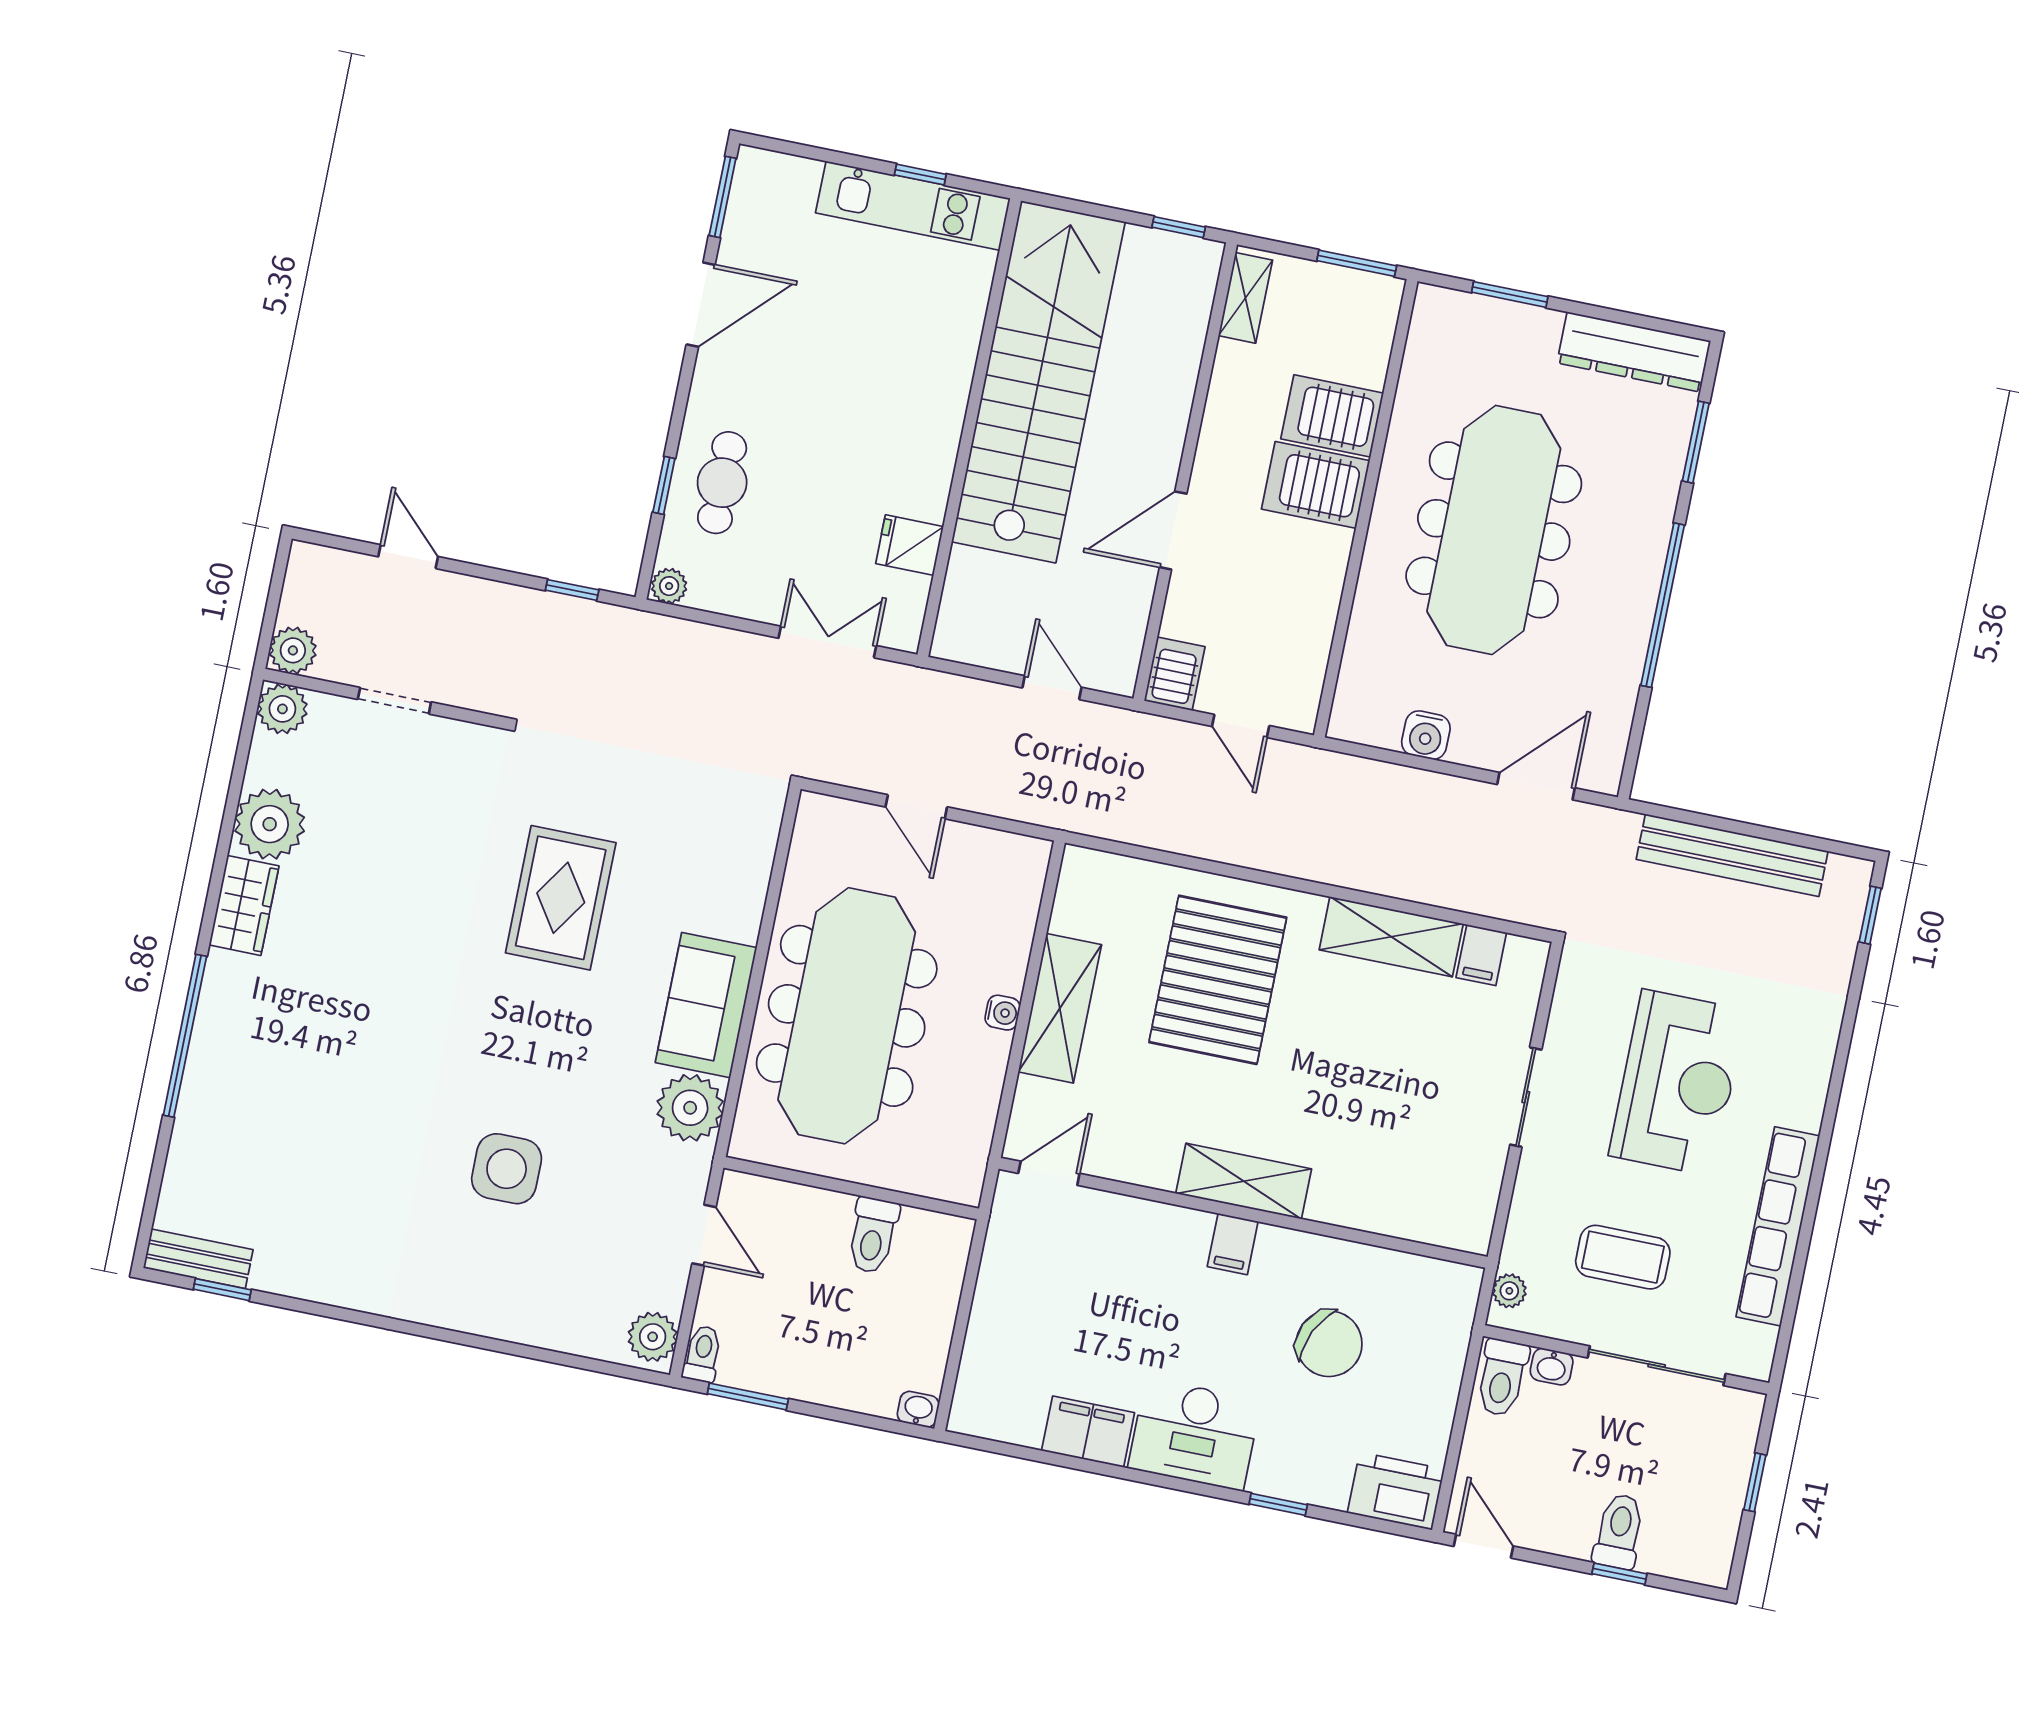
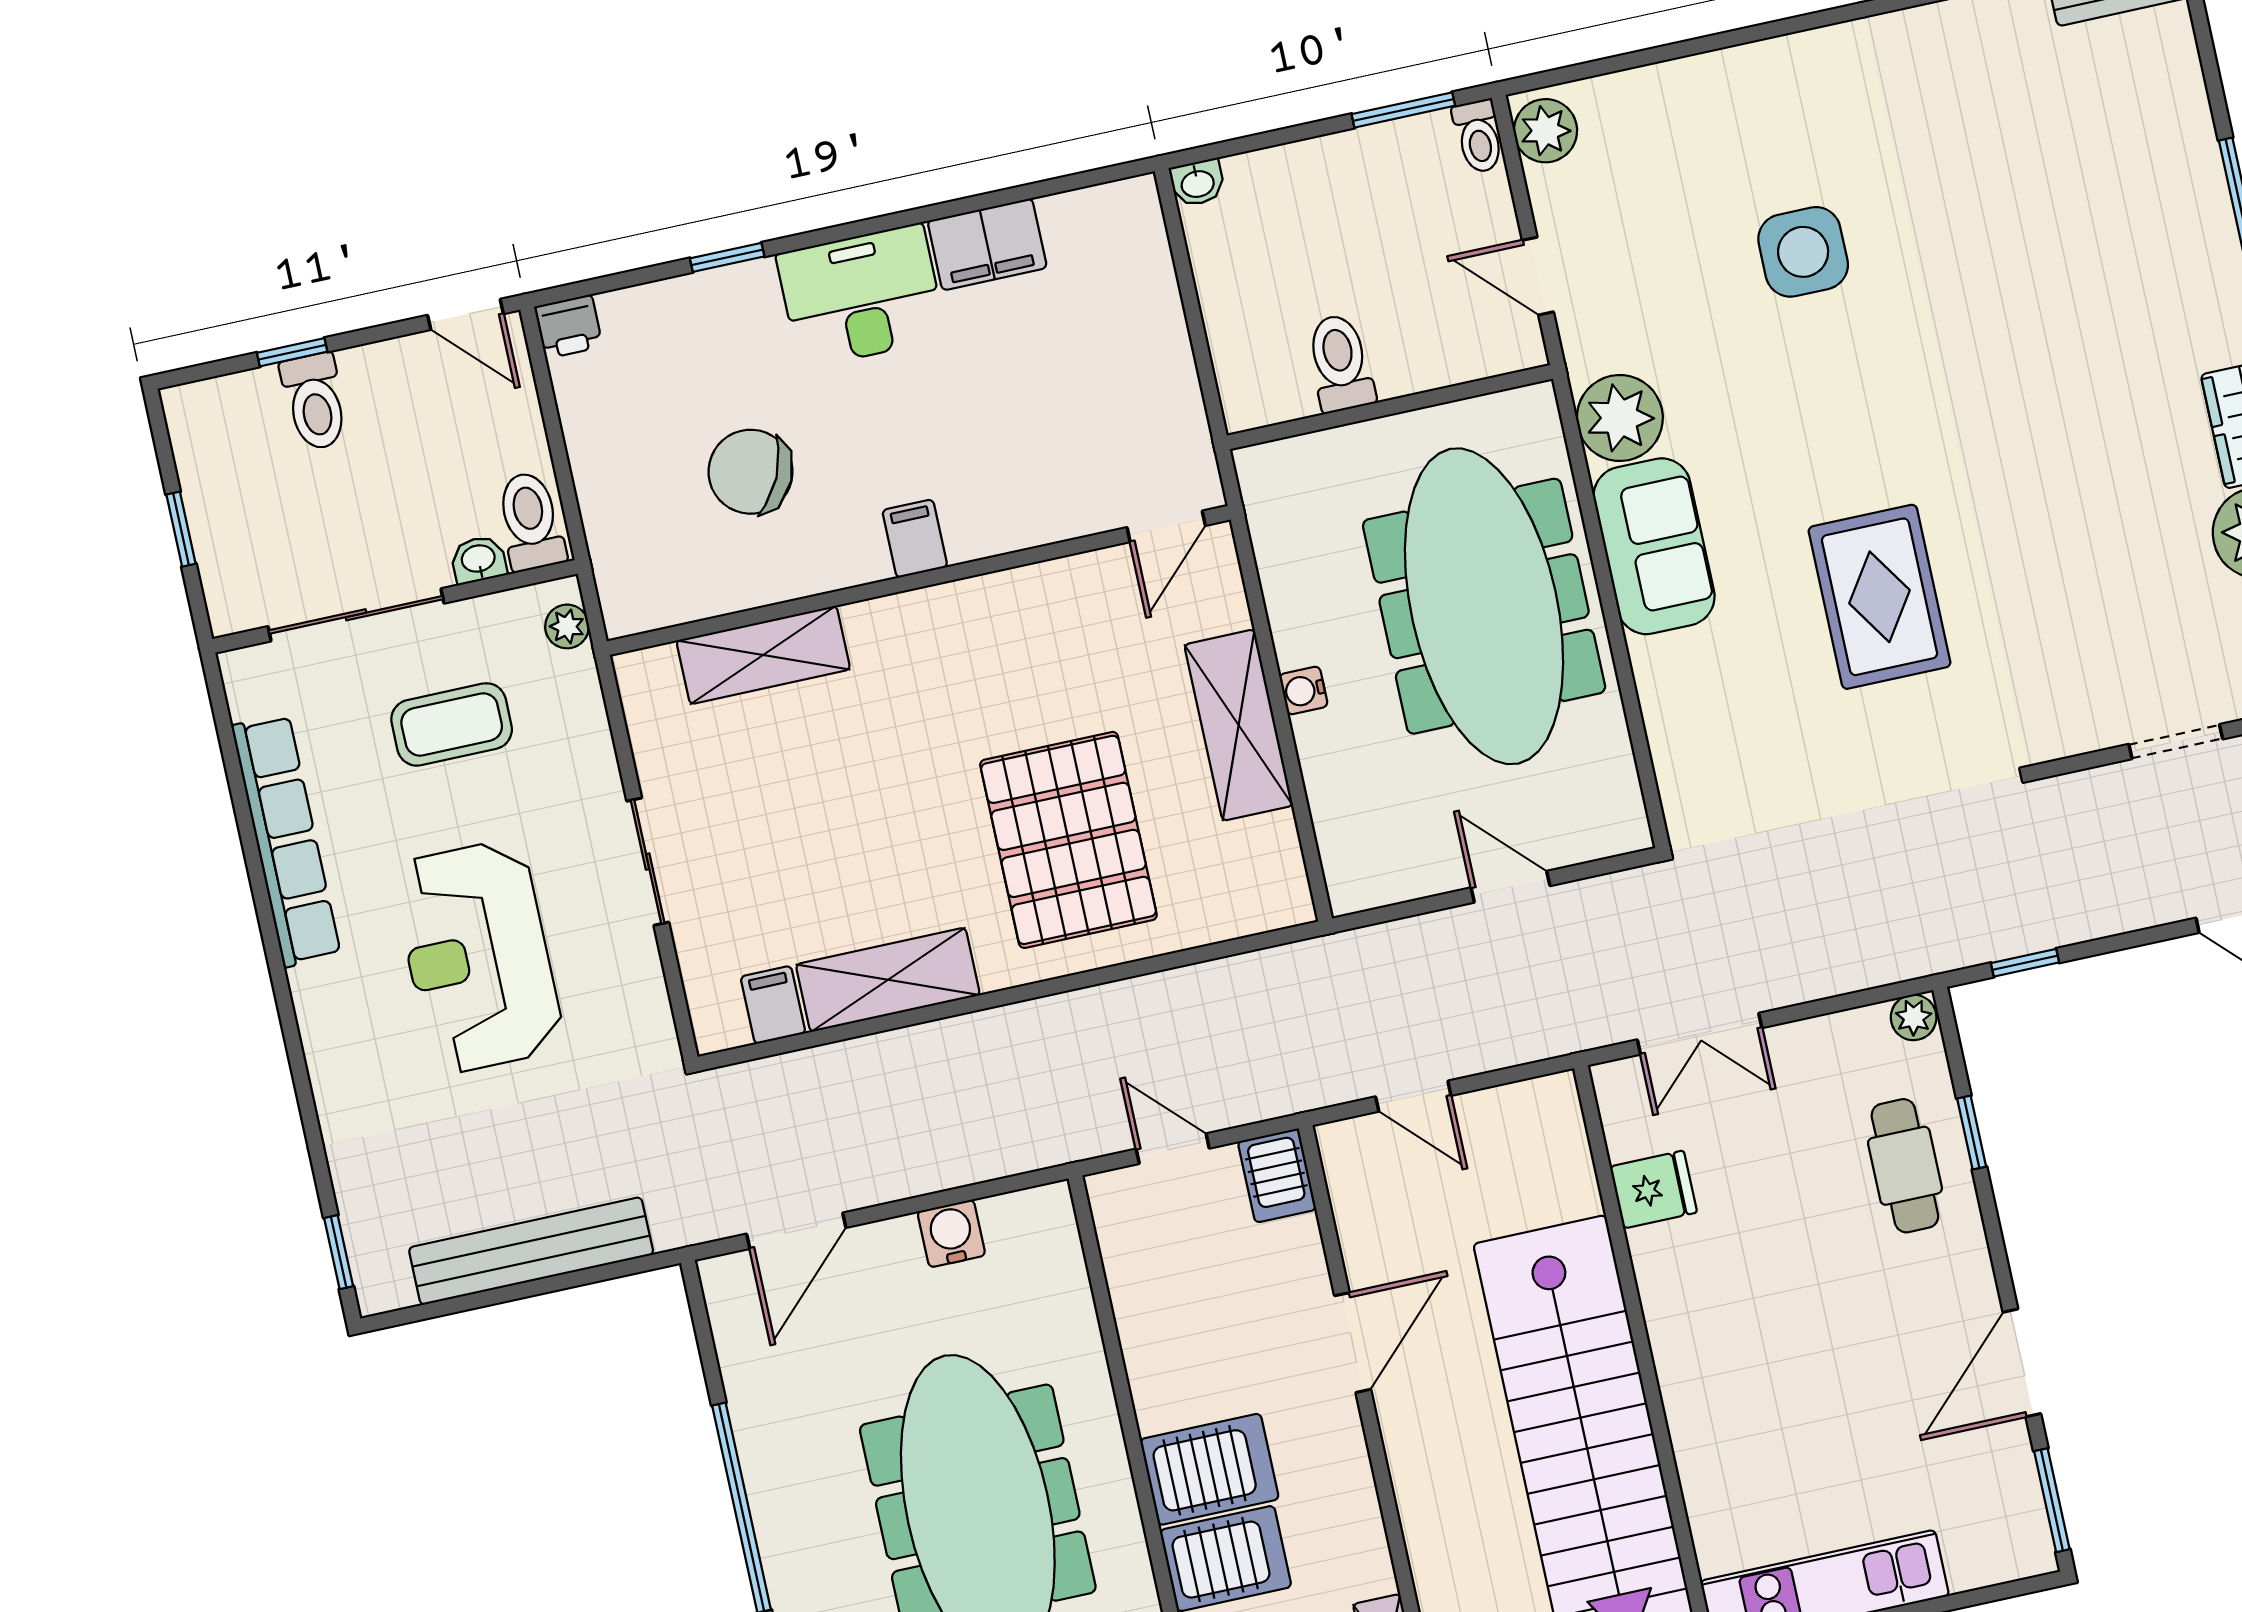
shelving: (1244, 1181) -> (763, 655), moved
printer: (1396, 1491) -> (568, 327), width x0.53, depth x0.68

